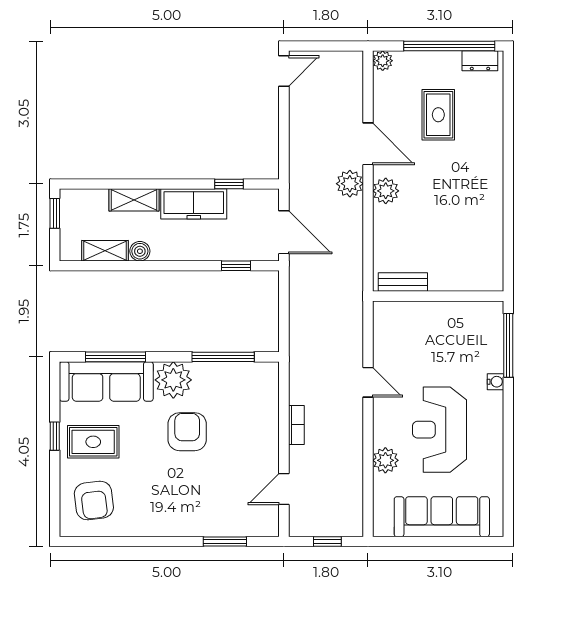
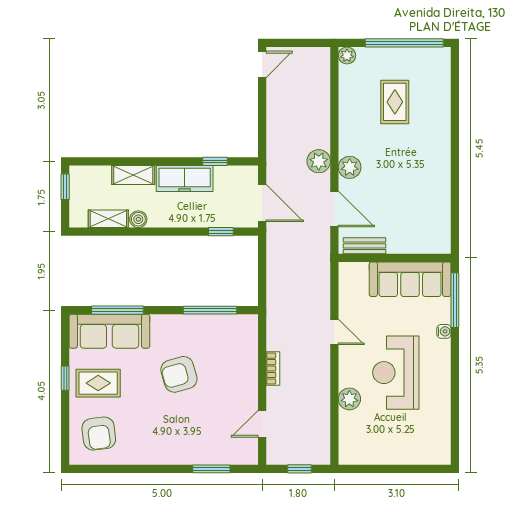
dresser: (480, 61) -> (431, 56), removed
door: (368, 144) -> (334, 209), moved
plant: (173, 380) -> (167, 330), removed
armchair: (187, 432) -> (179, 374), turned -106
sofa: (442, 517) -> (410, 279), moved, turned 180

